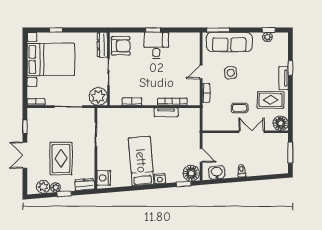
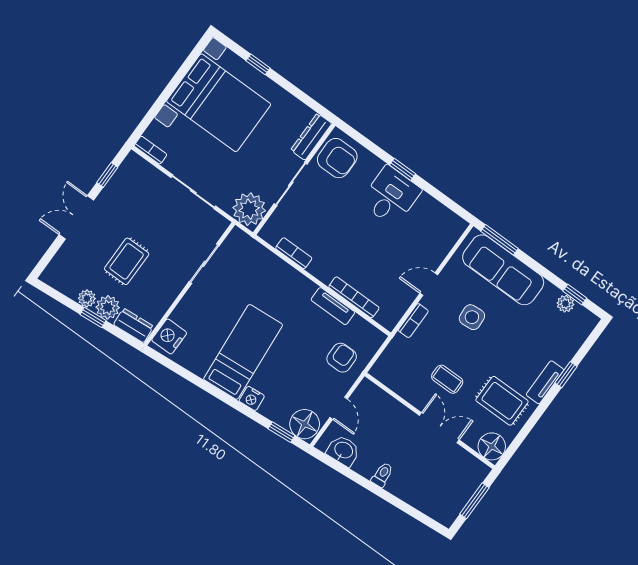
armchair: (186, 132) -> (342, 358), added
rug: (61, 158) -> (127, 261), width x0.73, depth x0.70
plant: (43, 187) -> (108, 307), moved

